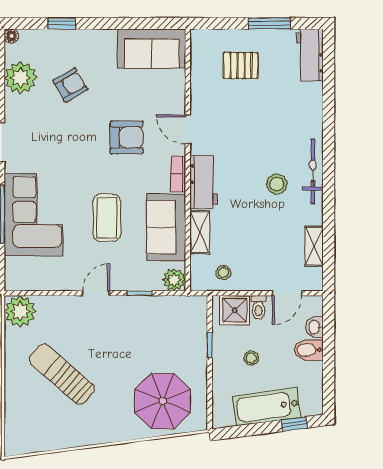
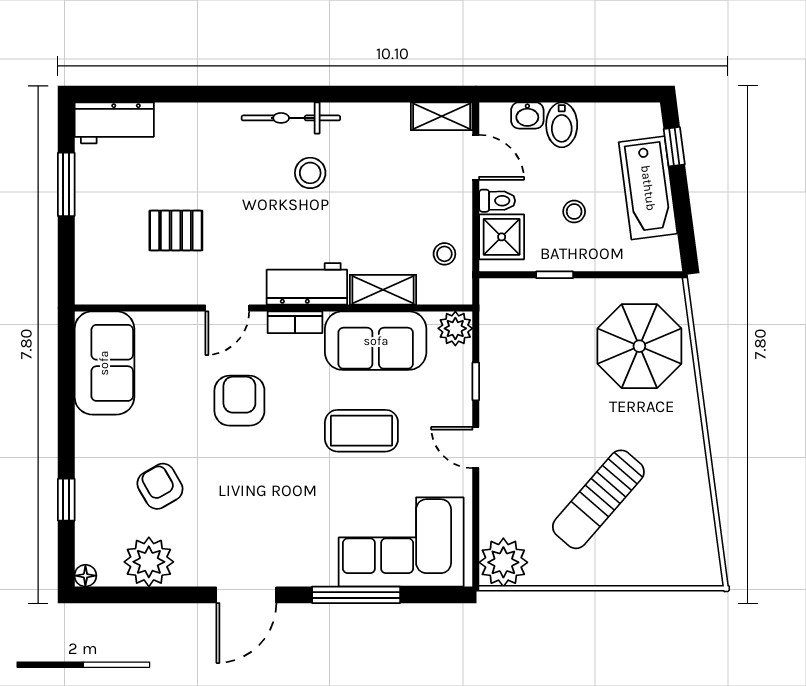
pallet: (241, 65) -> (176, 231), moved, turned 90
corner sofa: (34, 215) -> (401, 542), moved
shelving: (314, 246) -> (442, 116), moved

